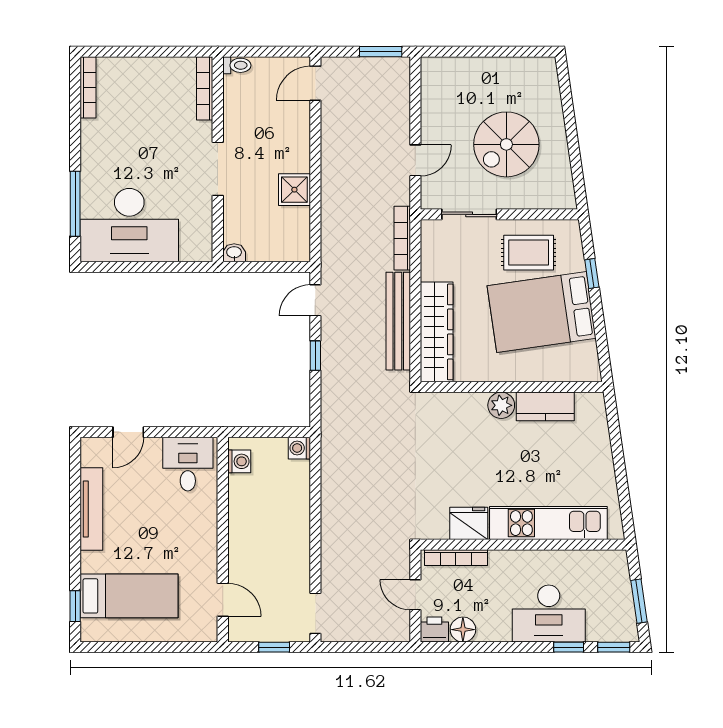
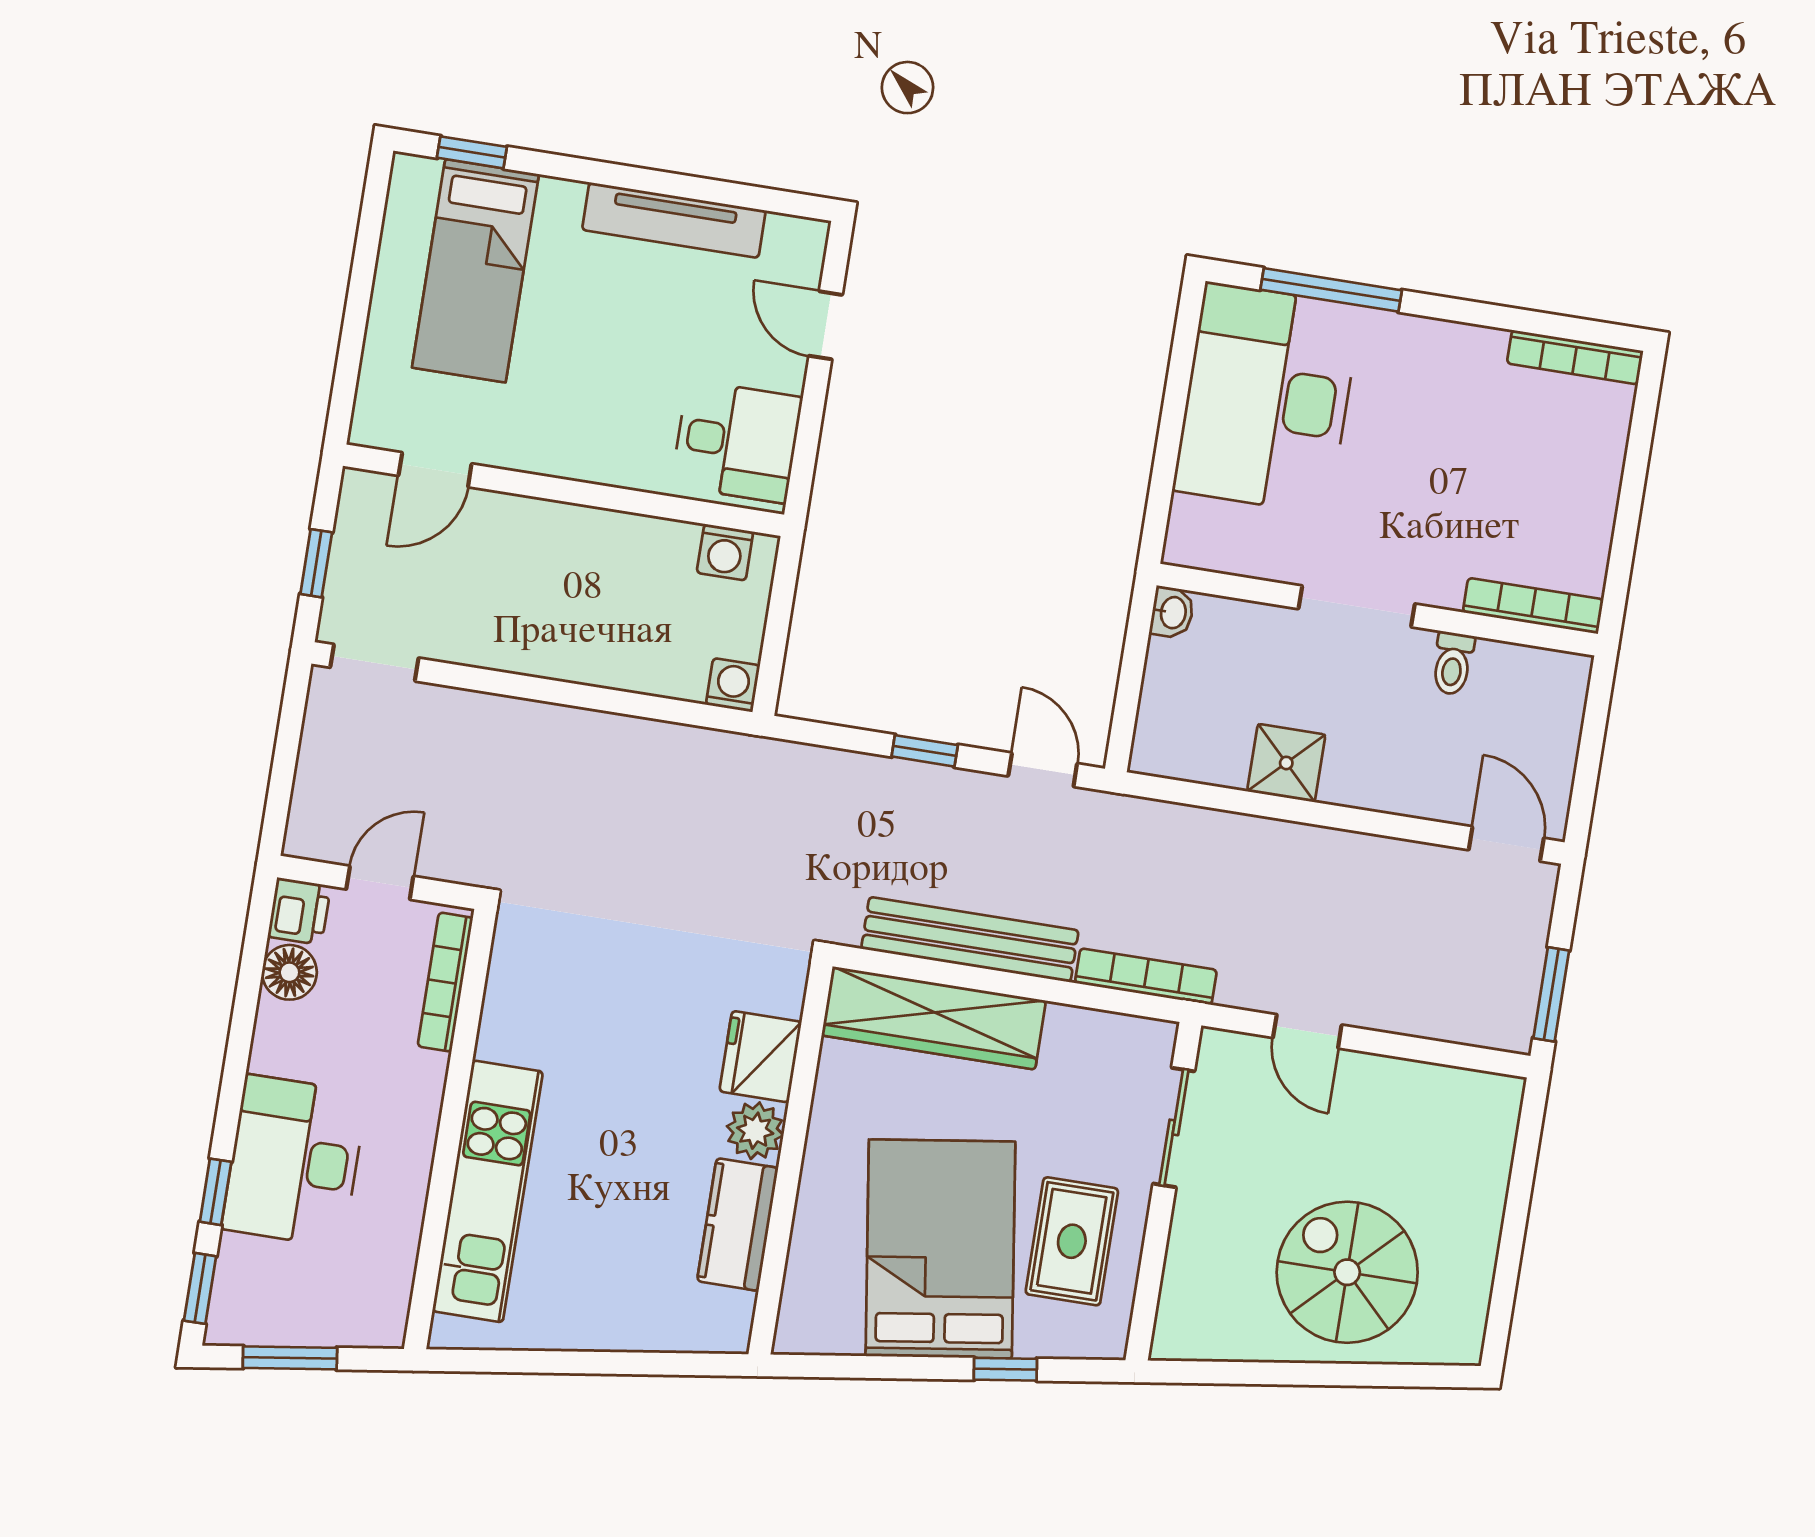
toilet: (237, 65) -> (1453, 663), moved
spiral stairs: (506, 144) -> (1347, 1272), moved
fridge: (469, 523) -> (760, 1057), moved, turned 180

